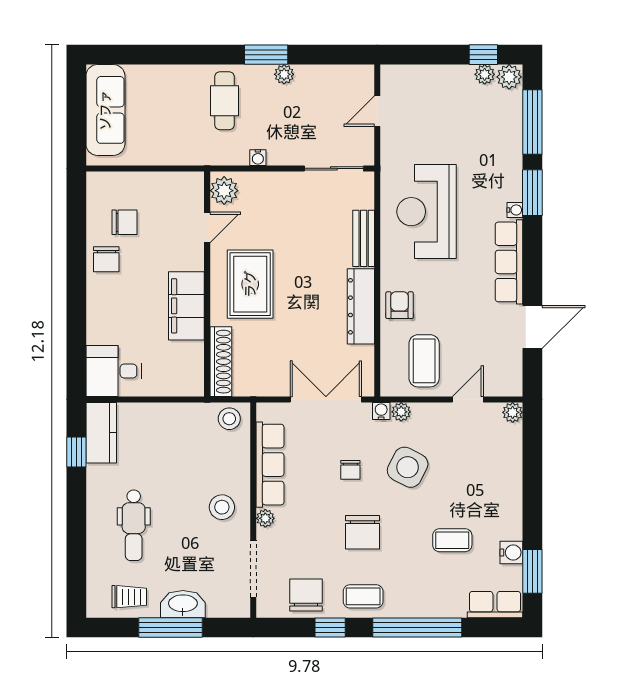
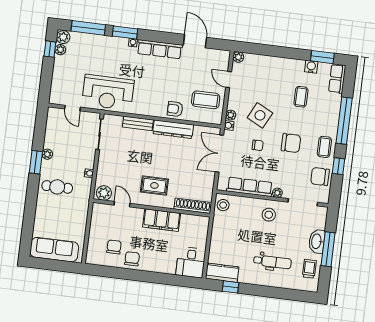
reception desk: (427, 212) -> (108, 92), moved
chair: (106, 259) -> (132, 259), turned -90
rug: (250, 284) -> (154, 185), width x0.73, depth x0.70

